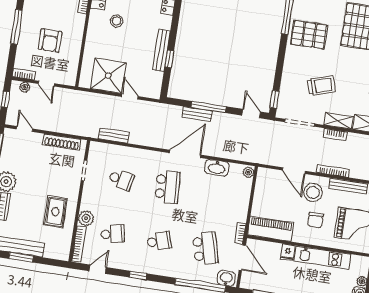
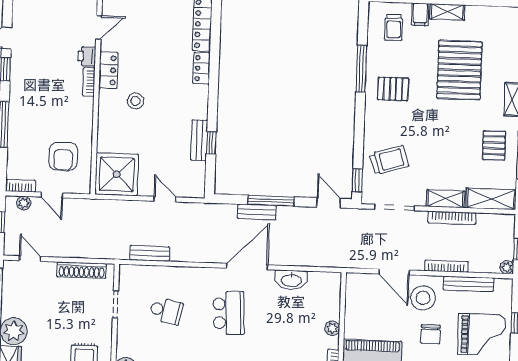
pallet: (309, 35) -> (393, 89), width x0.67, depth x0.71
armchair: (50, 40) -> (63, 156), moved
bench: (161, 50) -> (199, 140), width x0.73
shower: (108, 76) -> (117, 174), moved
trolley: (321, 86) -> (389, 160), moved
bookcase: (335, 135) -> (452, 218), width x1.56
plant: (248, 172) -> (332, 328), moved

